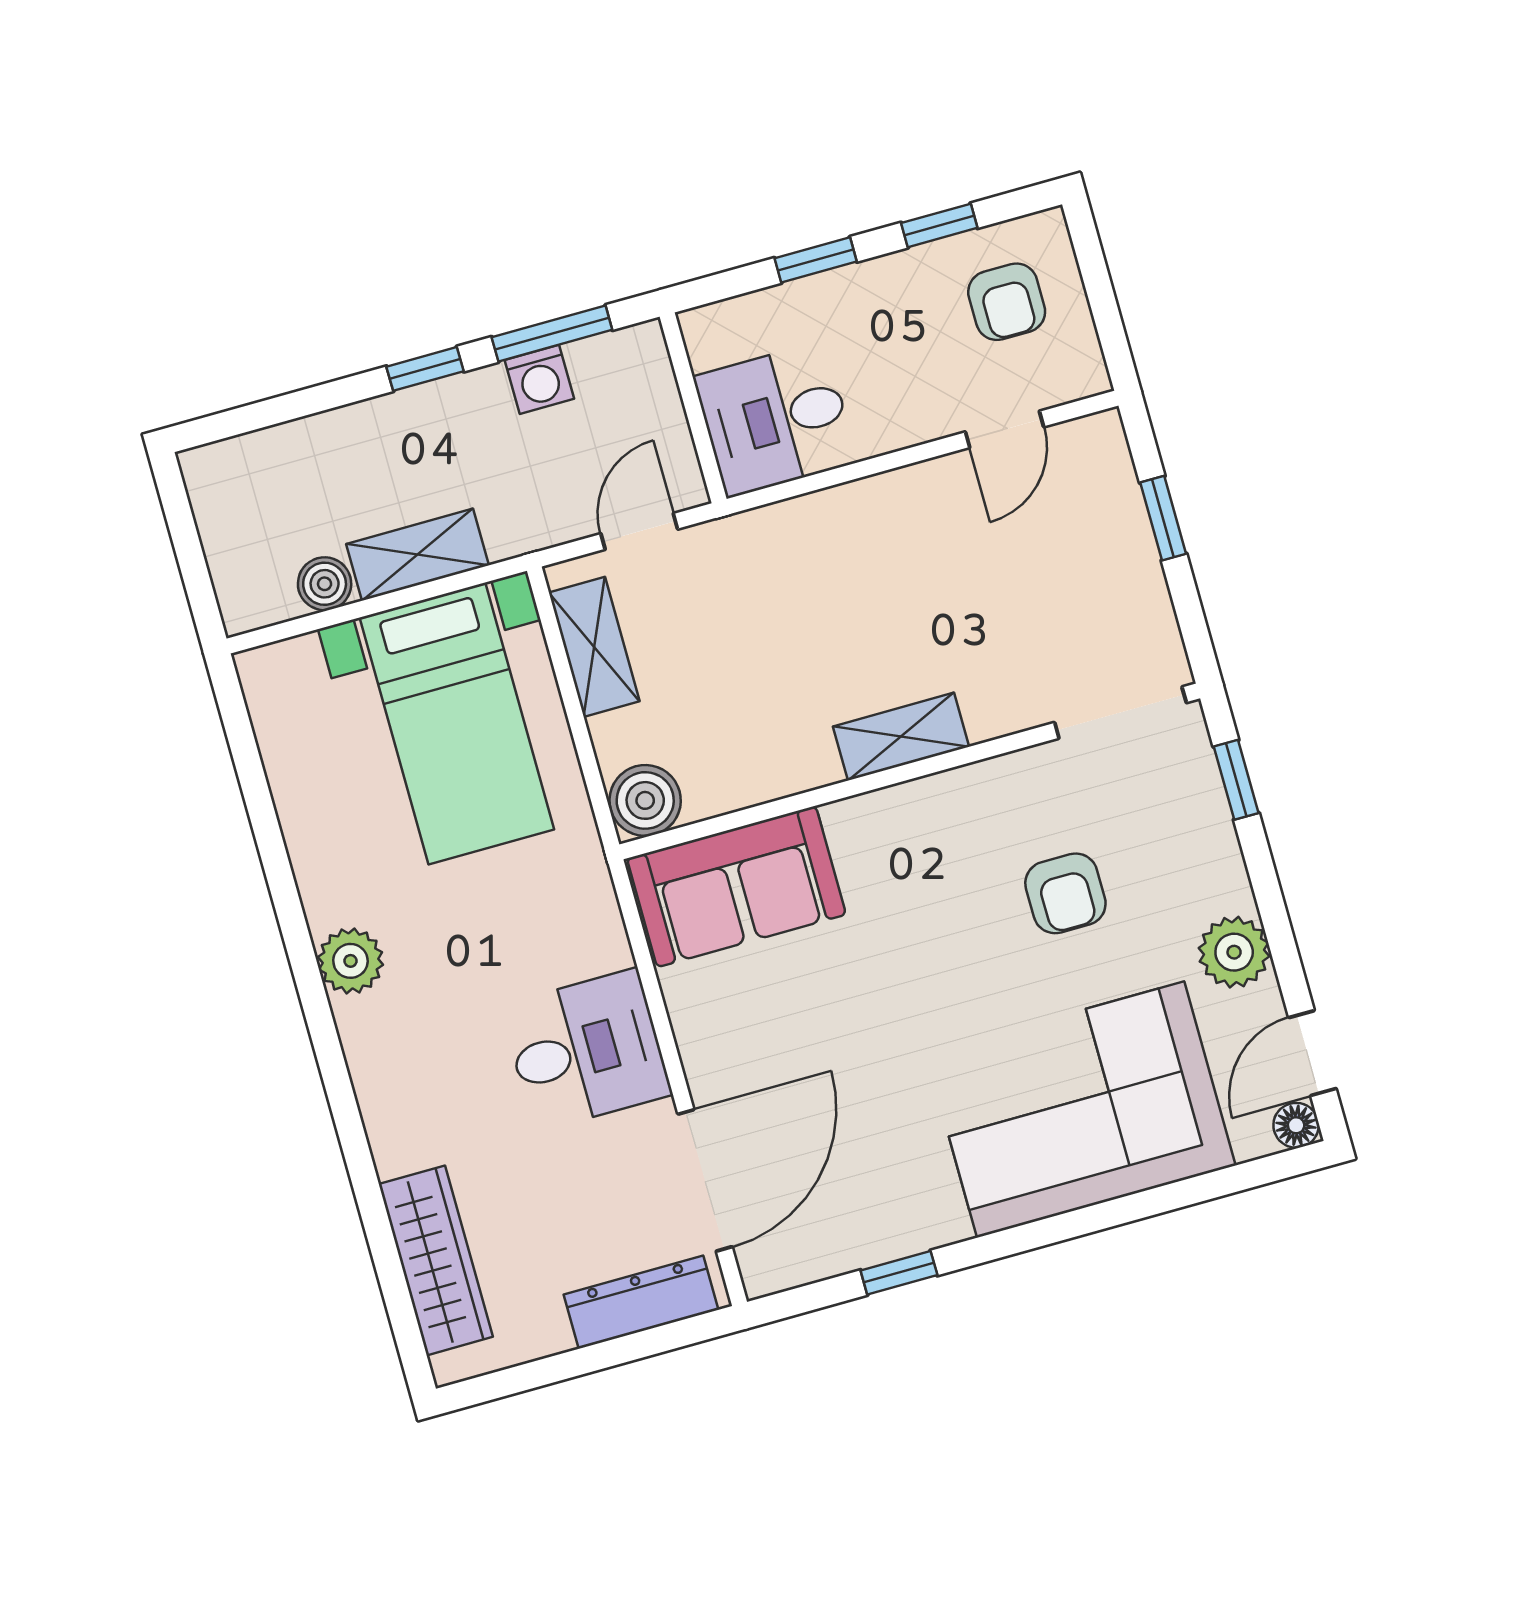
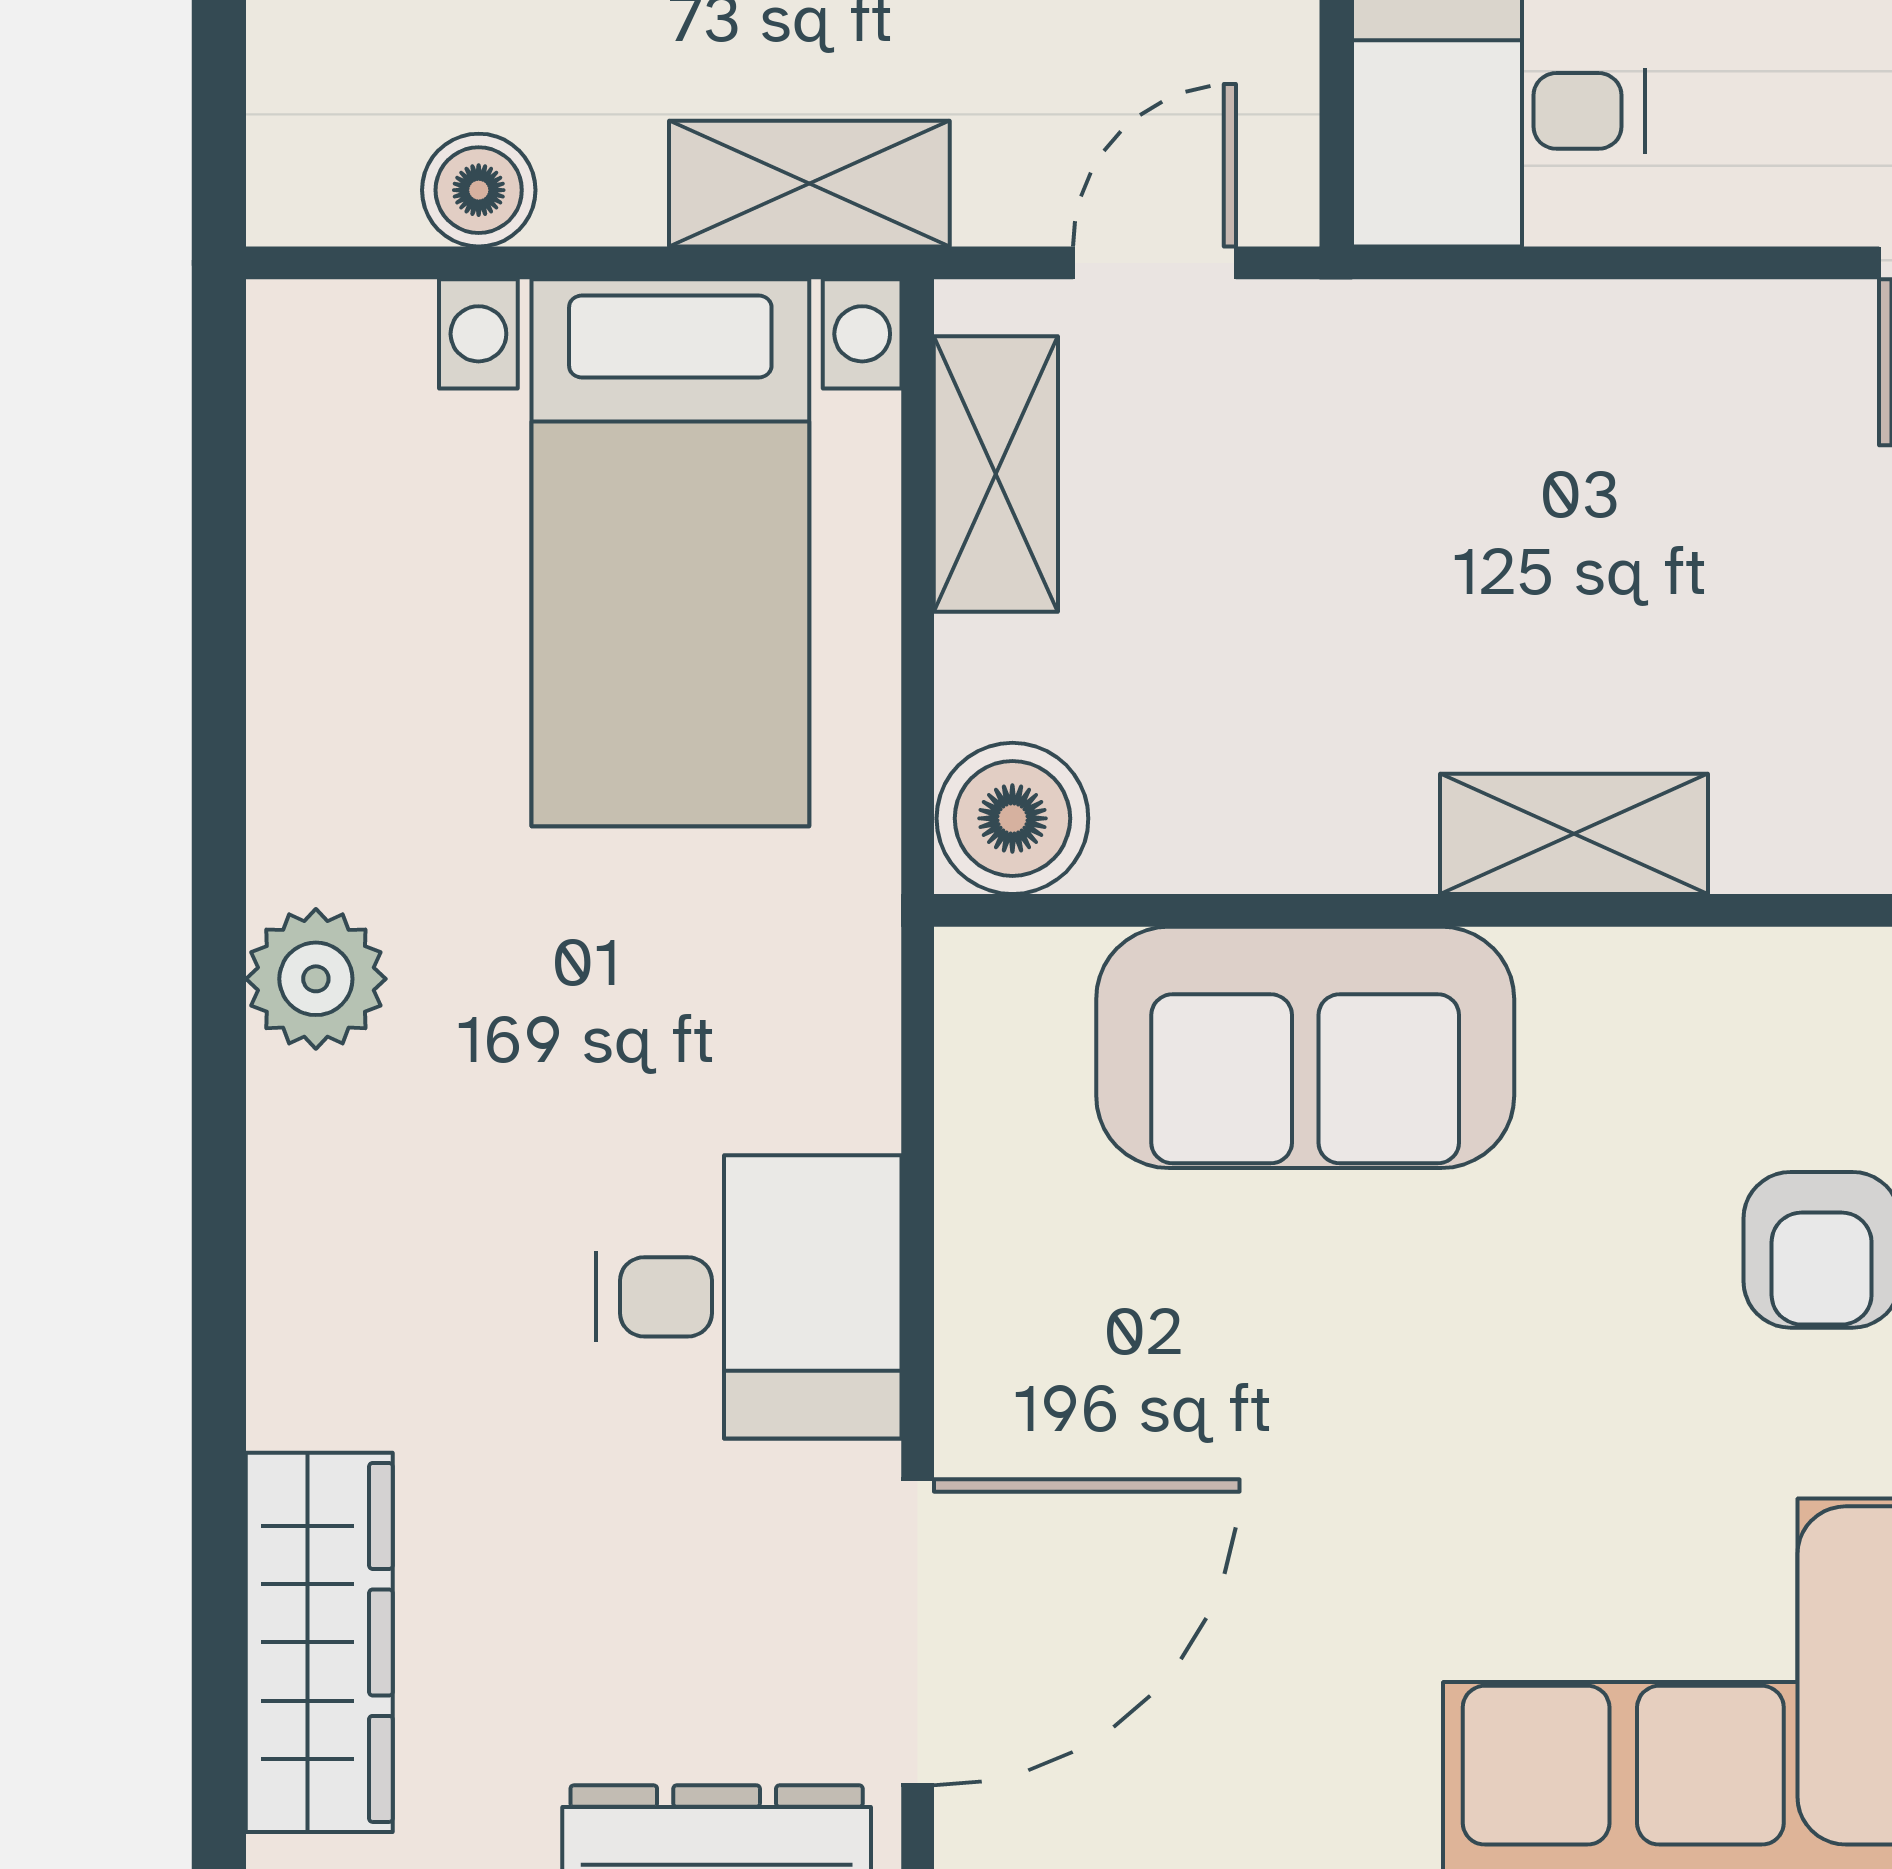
shelving: (418, 555) -> (809, 184), moved
sofa: (736, 887) -> (1305, 1047), moved

